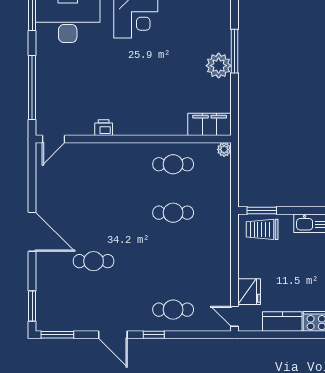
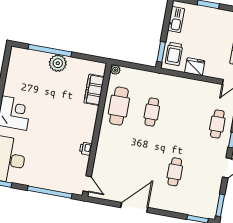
window: (235, 51) -> (50, 51), width x1.46
filing cabinet: (210, 124) -> (94, 90), moved
cafe table: (173, 164) -> (119, 106), width x1.37, depth x1.35
door: (32, 232) -> (134, 207), moved
fridge: (249, 292) -> (195, 67), moved

